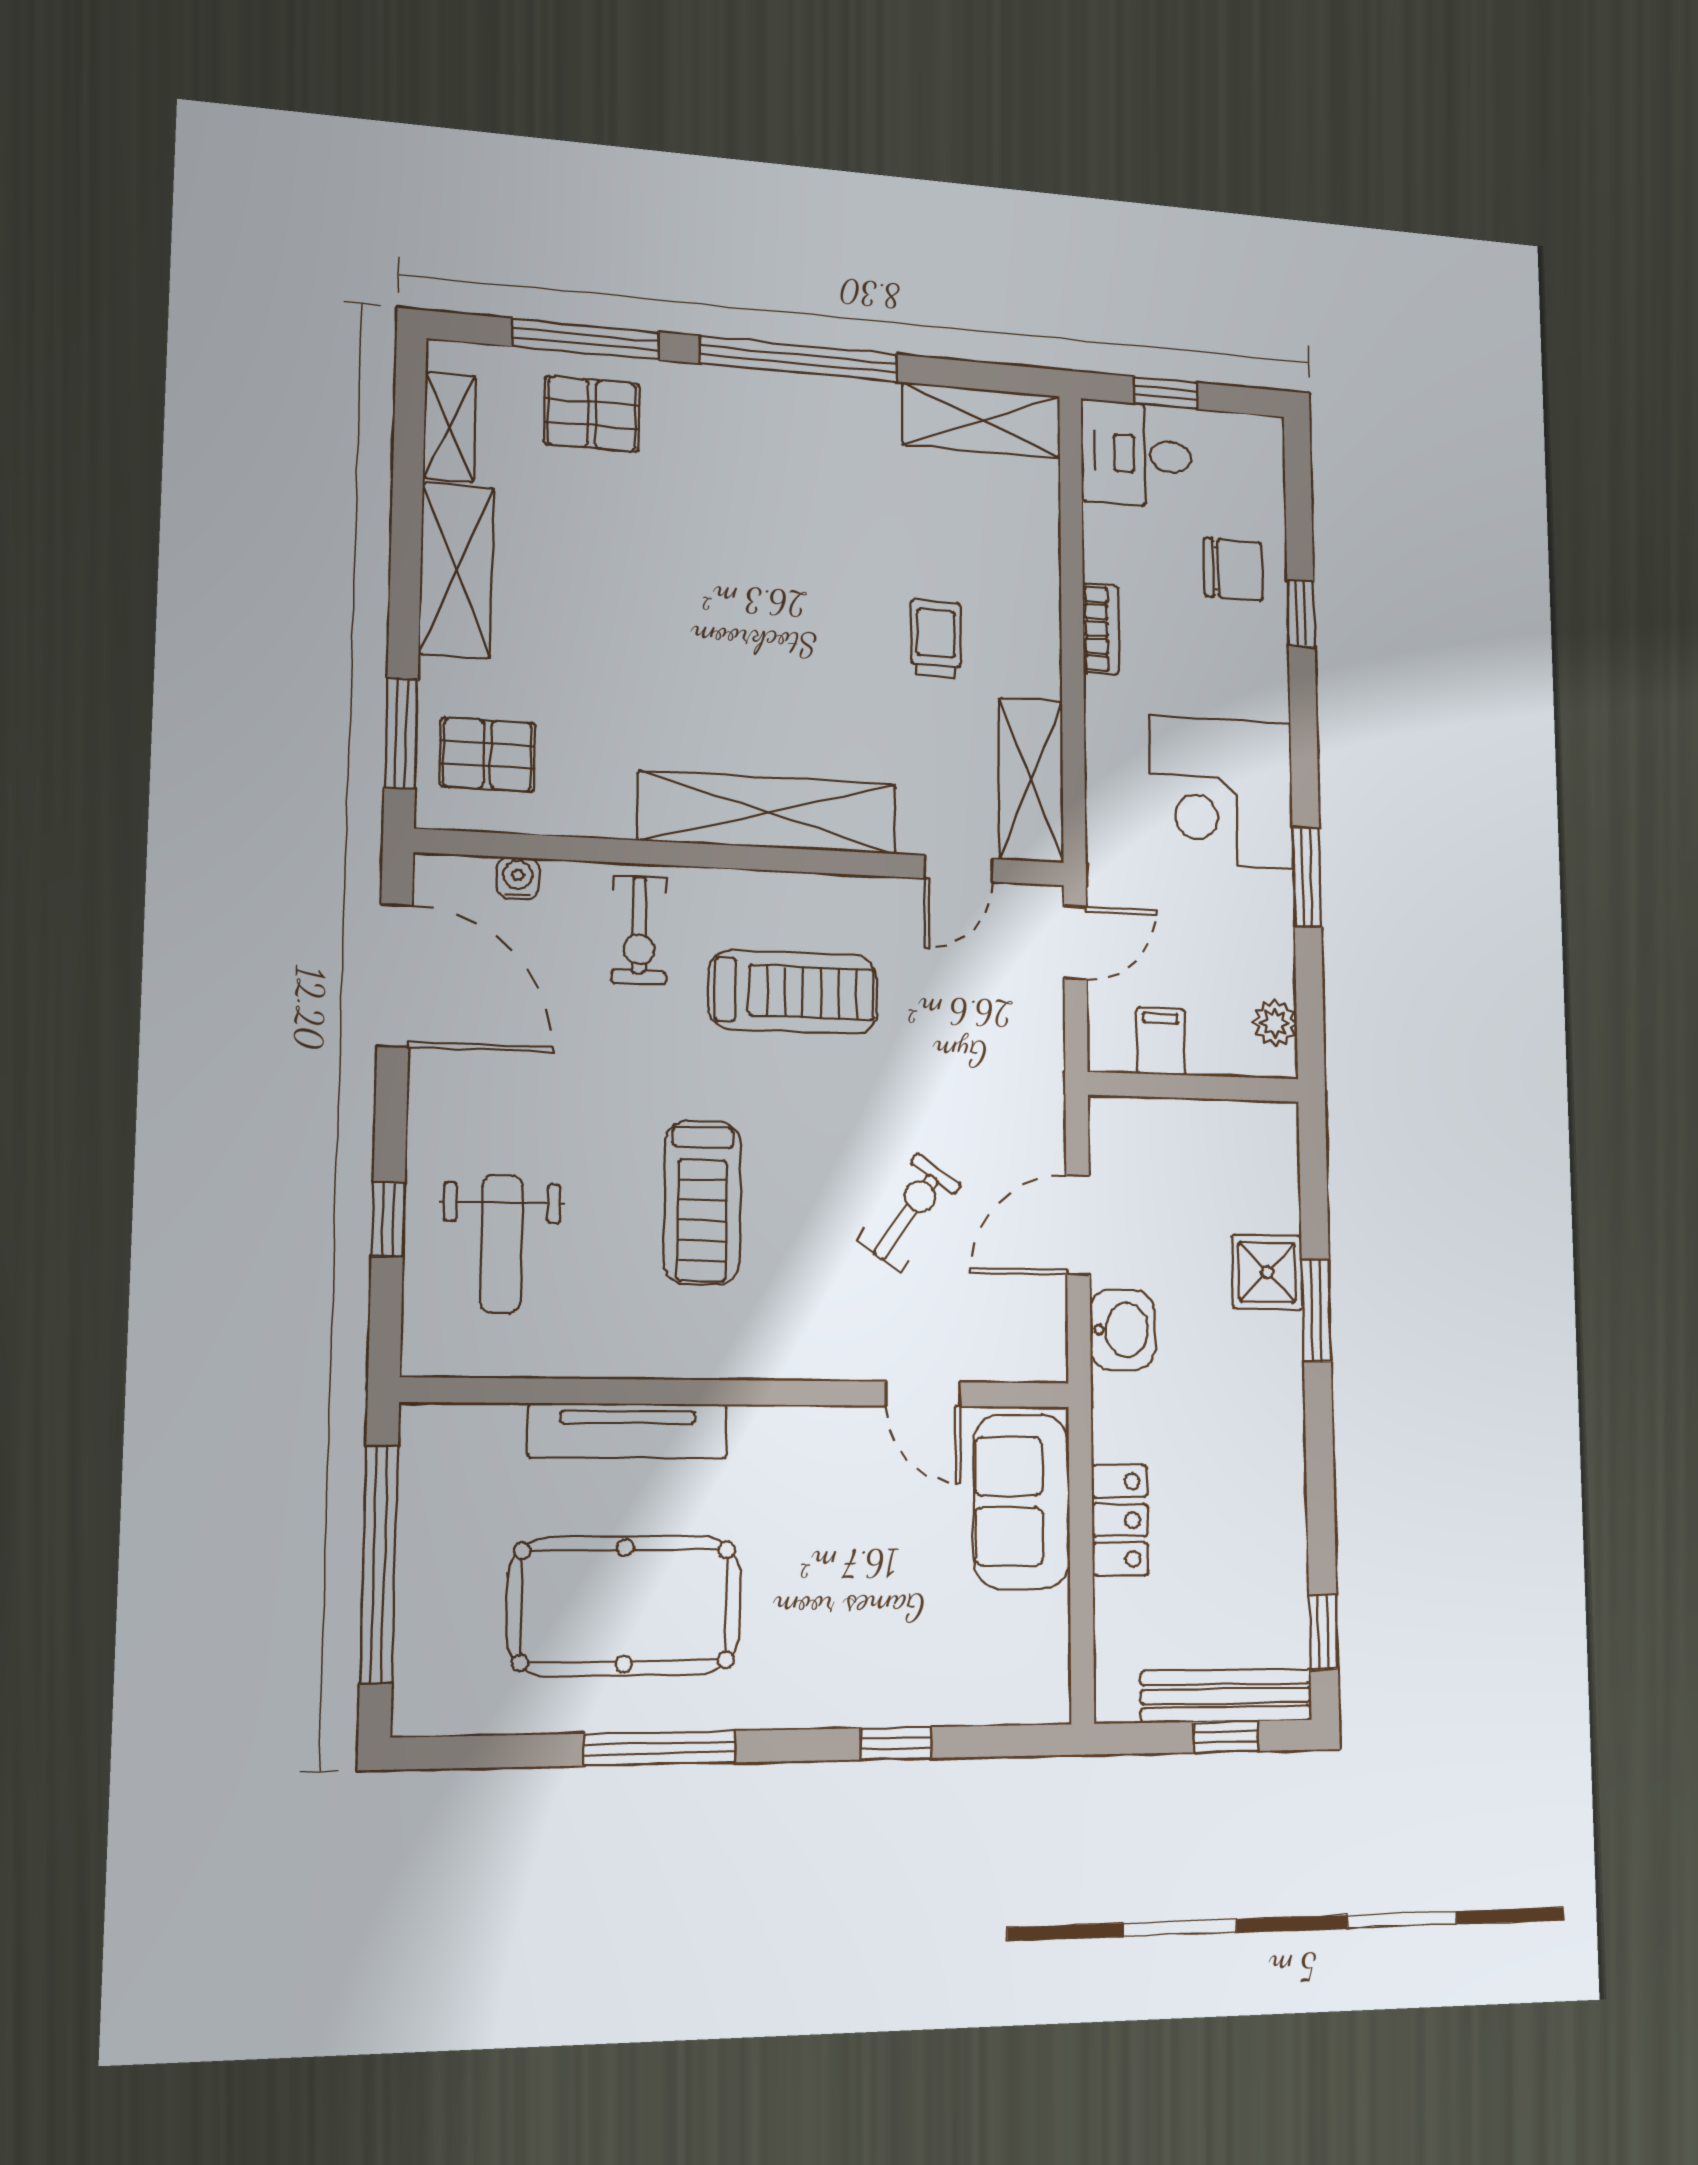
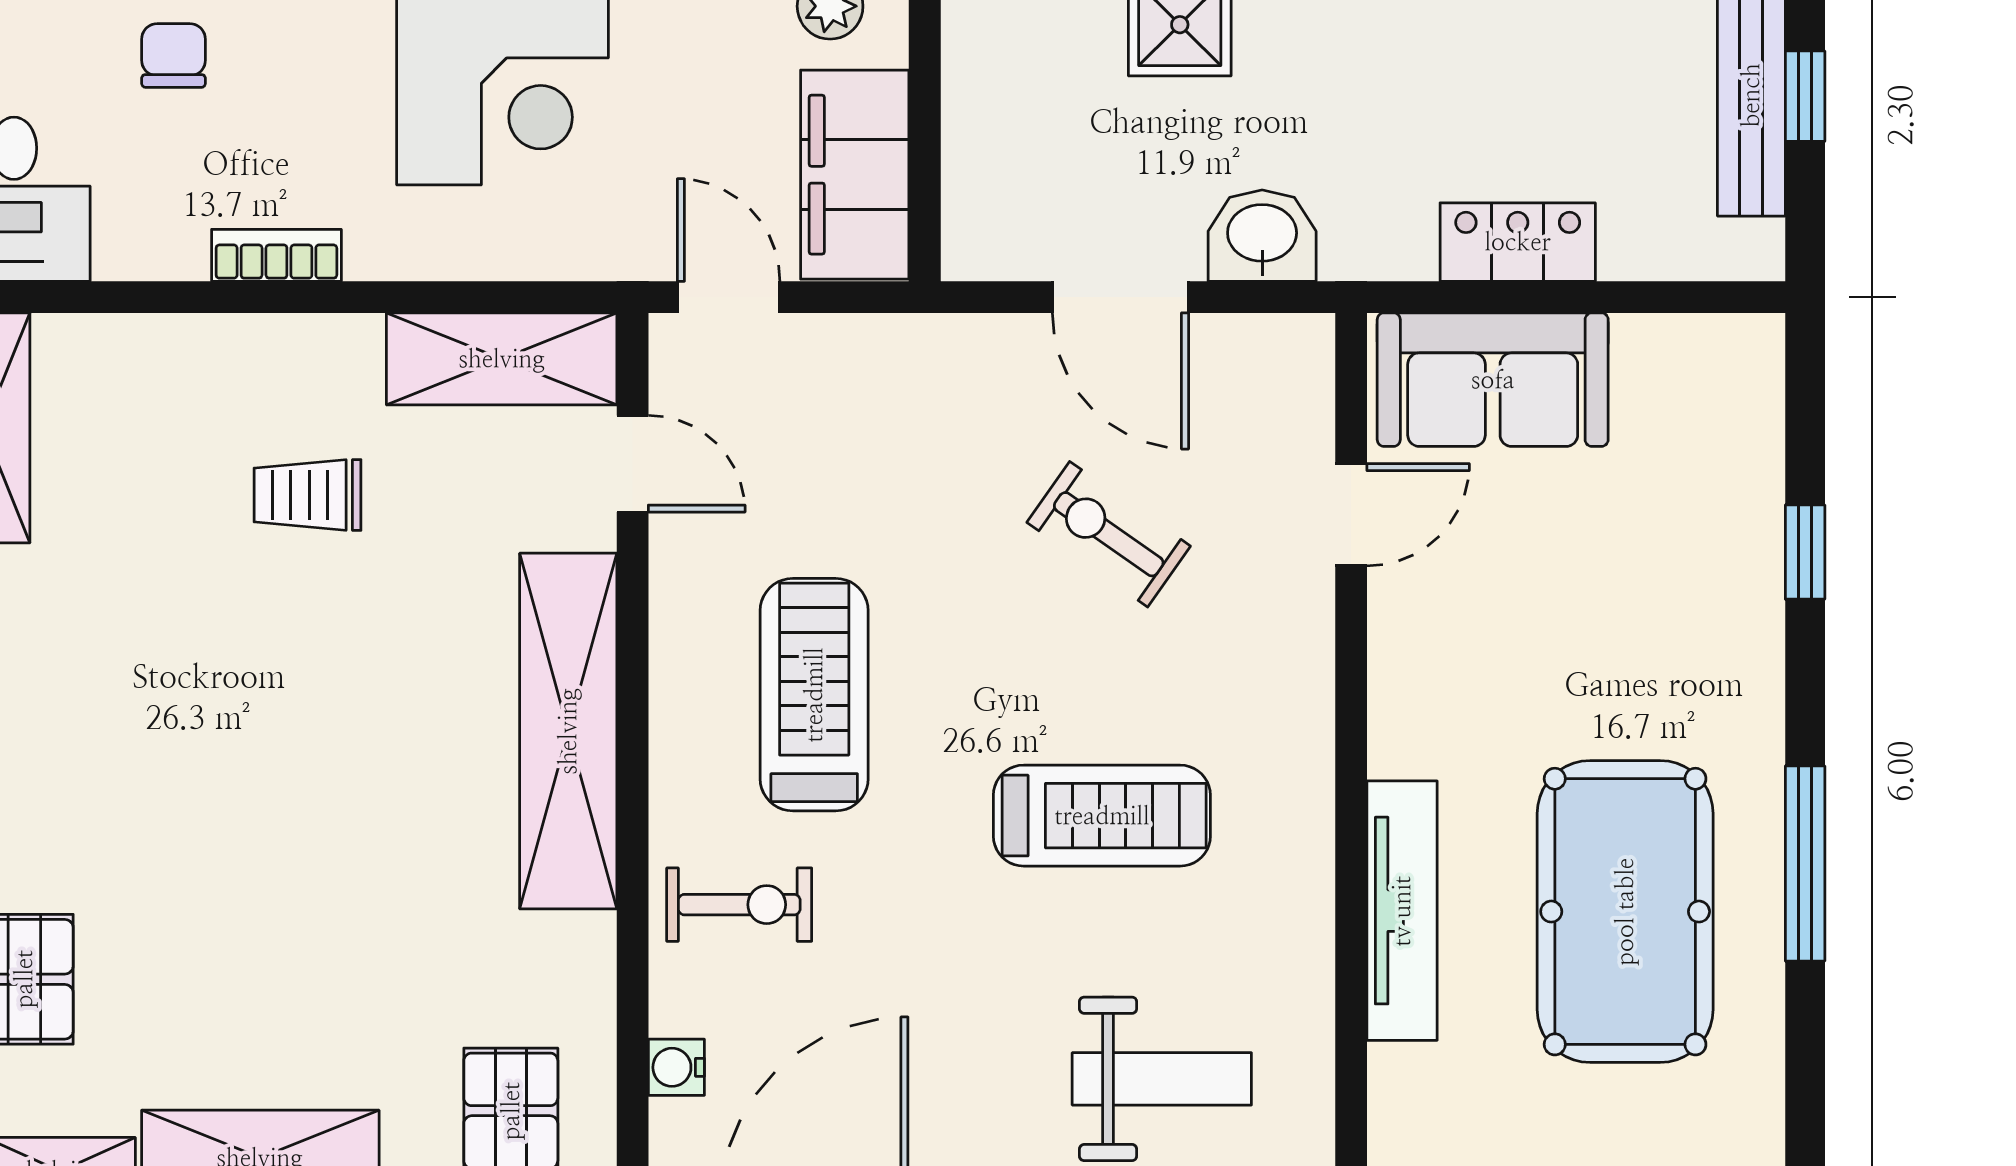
chair: (1233, 569) -> (174, 55), width x0.73, depth x0.73
filing cabinet: (1161, 1041) -> (855, 175), width x3.00, depth x1.17

